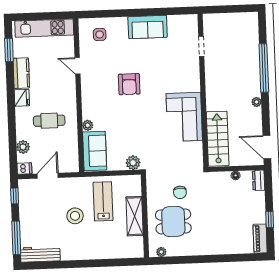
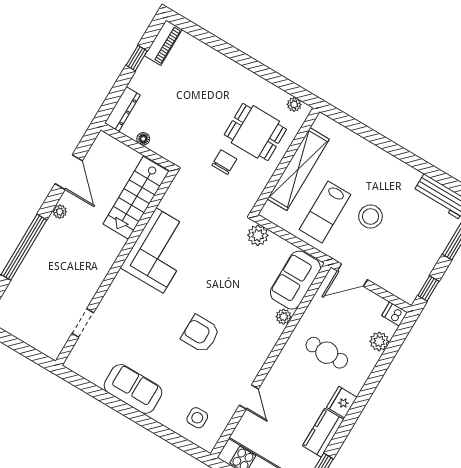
armchair: (129, 84) -> (201, 334), turned -90
door: (267, 147) -> (69, 172), moved
door: (48, 176) -> (352, 275), moved
dresser: (259, 180) -> (122, 109), width x1.44
shelving: (135, 216) -> (298, 169), width x1.47

